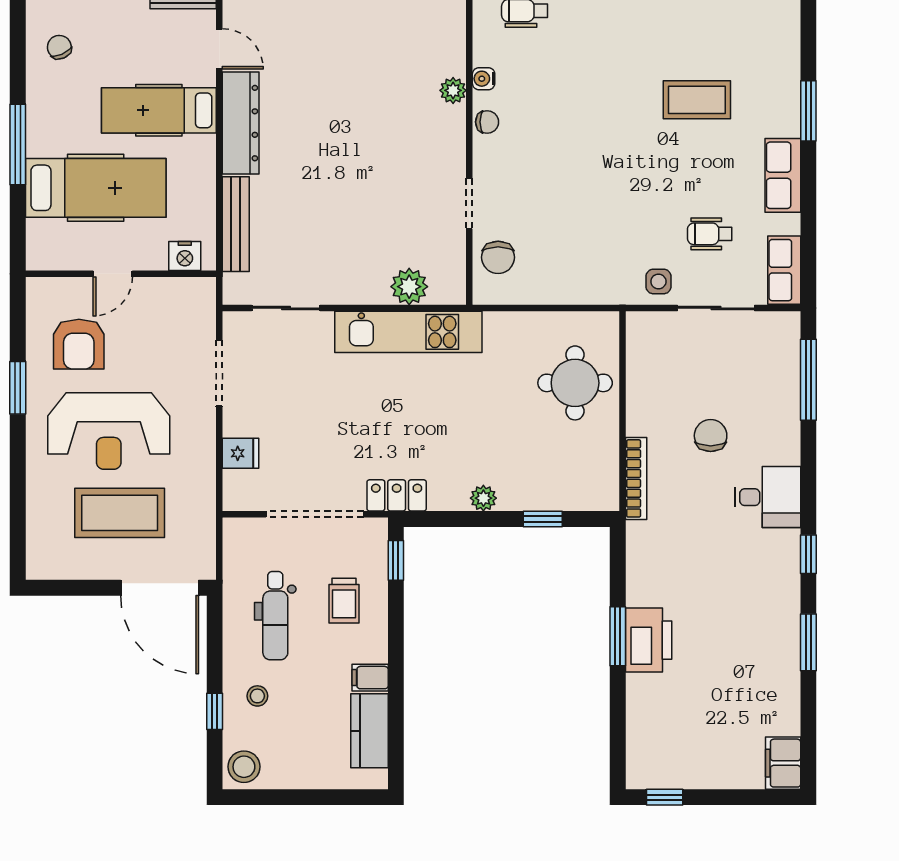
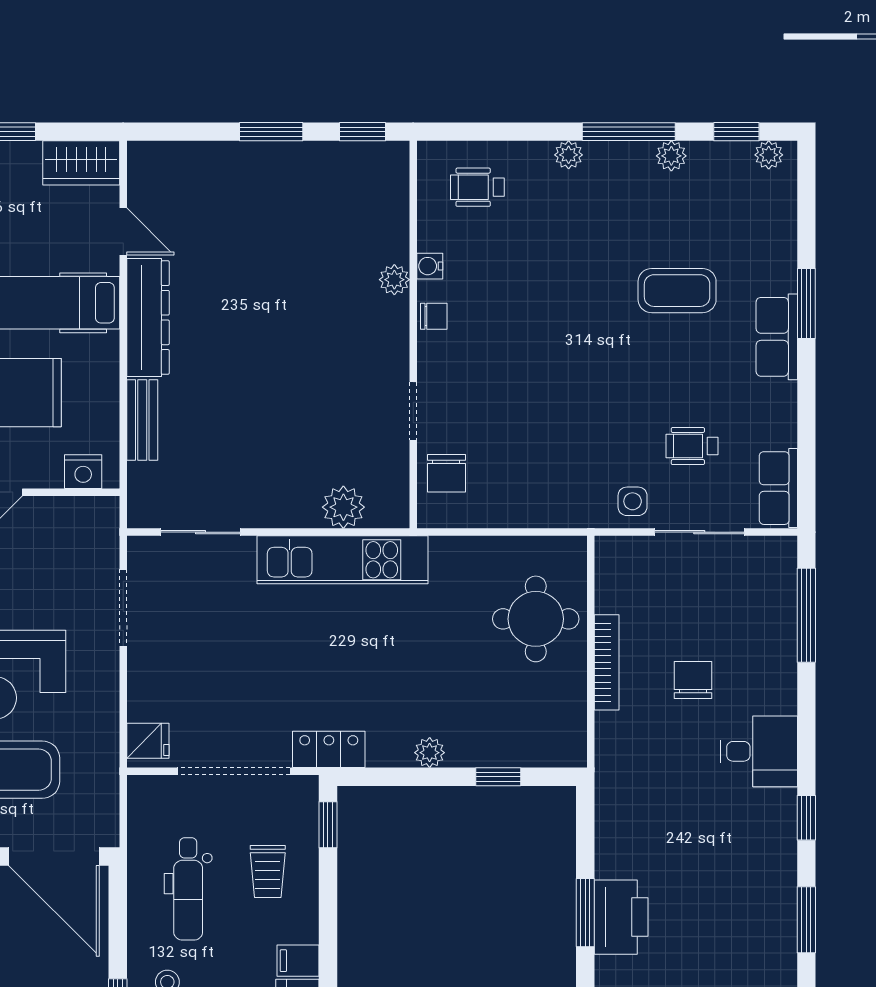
row of seats: (783, 175) -> (777, 337), moved
bench: (236, 224) -> (142, 420), width x0.73
fridge: (241, 453) -> (148, 741), moved
bookcase: (636, 478) -> (607, 662), moved

